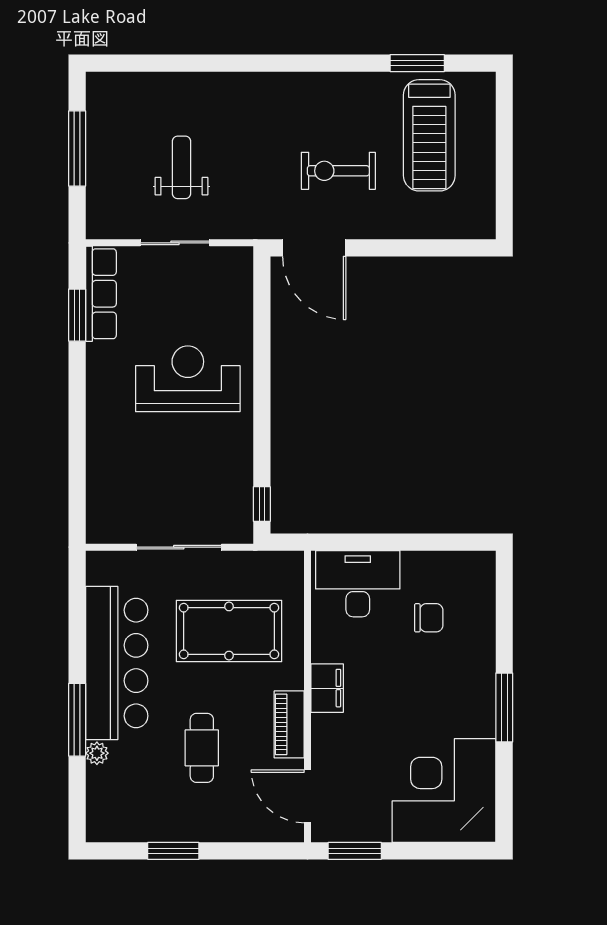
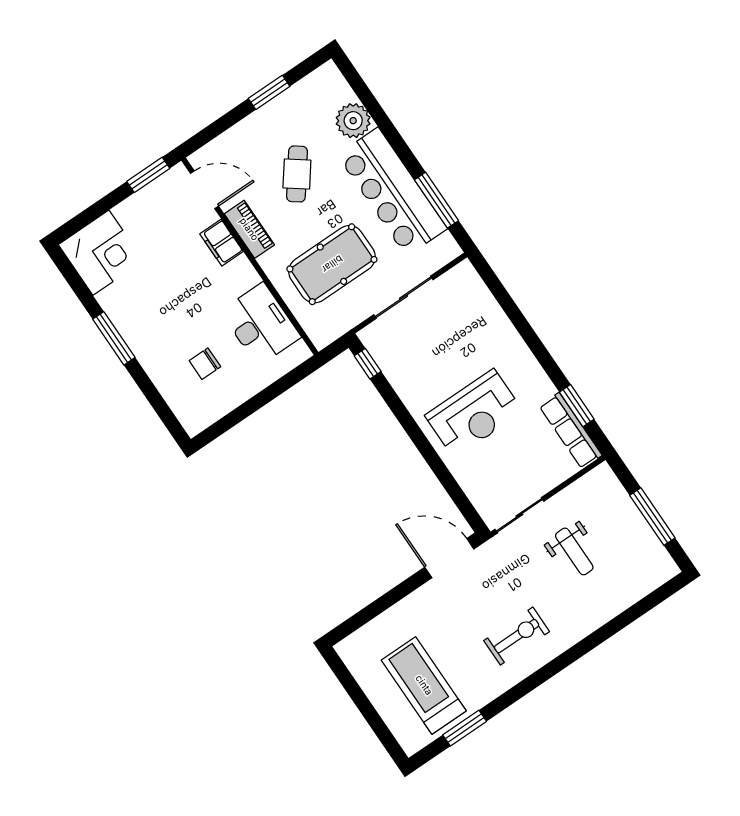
exercise bike: (338, 171) -> (517, 636), moved
sliding door: (175, 243) -> (519, 515), moved
desk: (358, 584) -> (261, 324), moved, turned -90
filing cabinet: (327, 688) -> (222, 243), moved
window: (77, 720) -> (437, 200), moved
cafe table: (202, 748) -> (297, 174), turned 37
plant: (97, 753) -> (353, 121), width x1.87, depth x1.87
corner desk: (444, 791) -> (101, 253), width x0.74, depth x0.74

